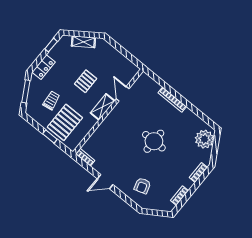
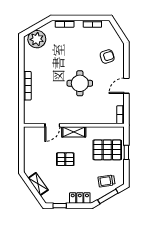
trolley: (51, 100) -> (106, 181), moved
round table: (154, 141) -> (80, 83), moved
door: (105, 182) -> (126, 86), swing flipped

